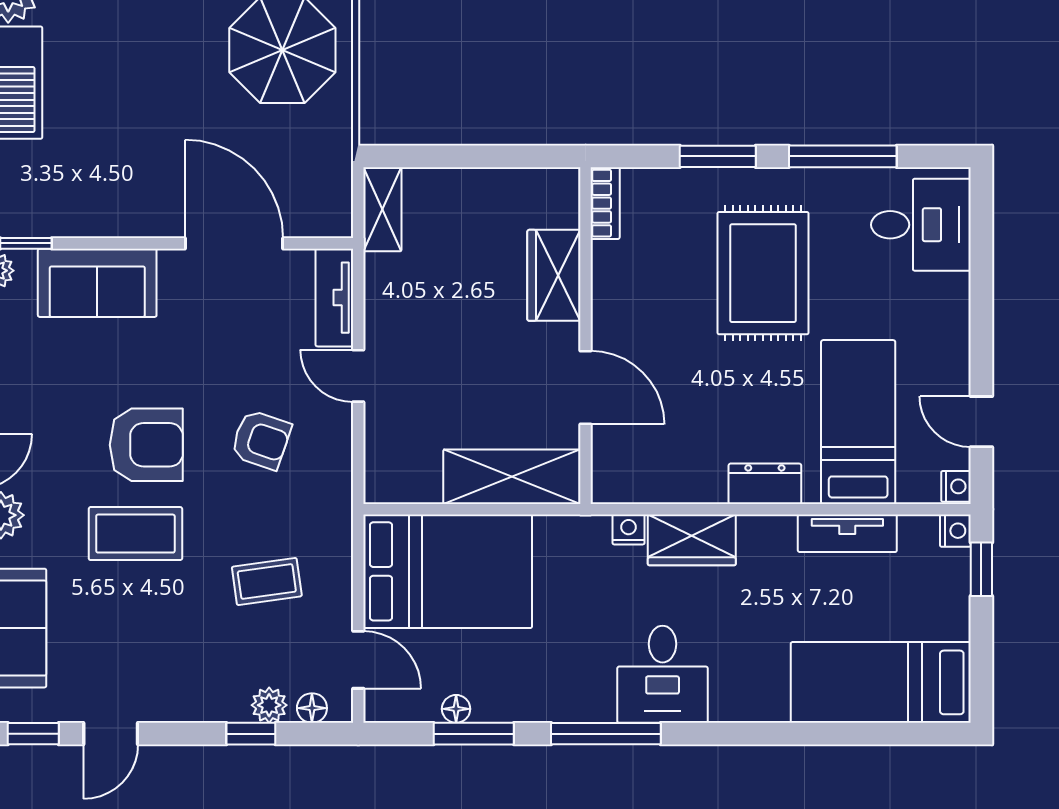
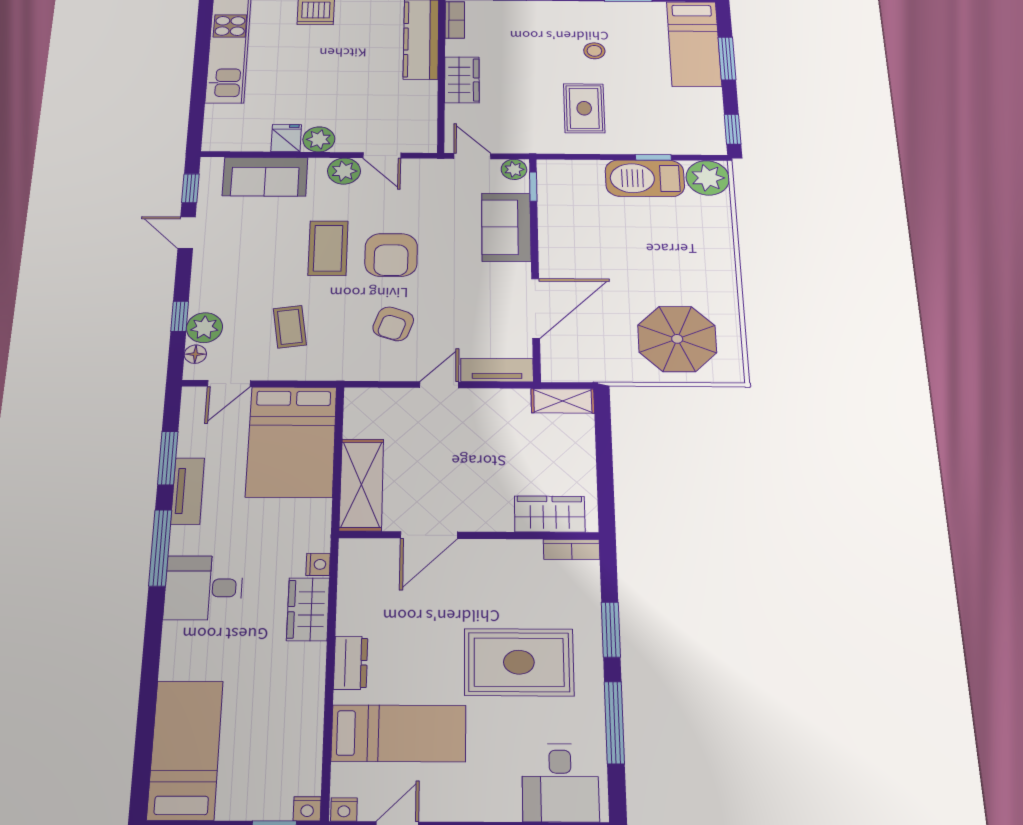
wardrobe: (554, 275) -> (550, 514), moved
tv unit: (847, 533) -> (188, 491), moved, turned 180
plant: (269, 705) -> (204, 328), width x1.38, depth x1.38
floor lamp: (456, 709) -> (187, 446), removed

